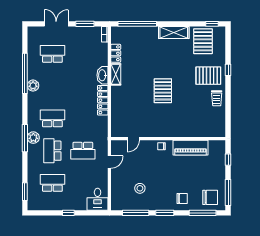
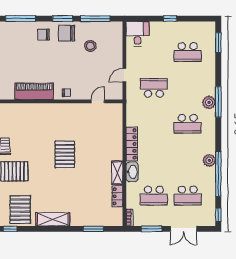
window: (137, 24) -> (93, 229), width x0.47
window: (25, 37) -> (218, 215), added
school desk: (52, 151) -> (154, 196), moved, turned 90
chair: (210, 197) -> (66, 33), moved

